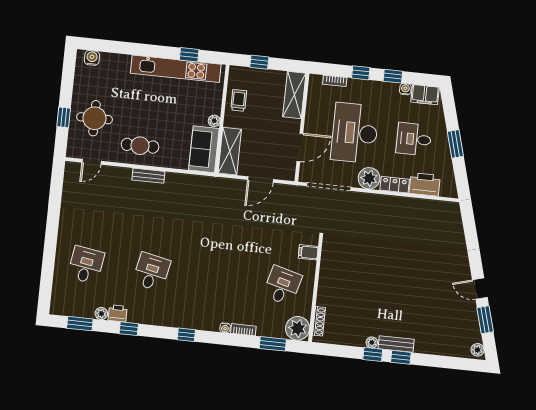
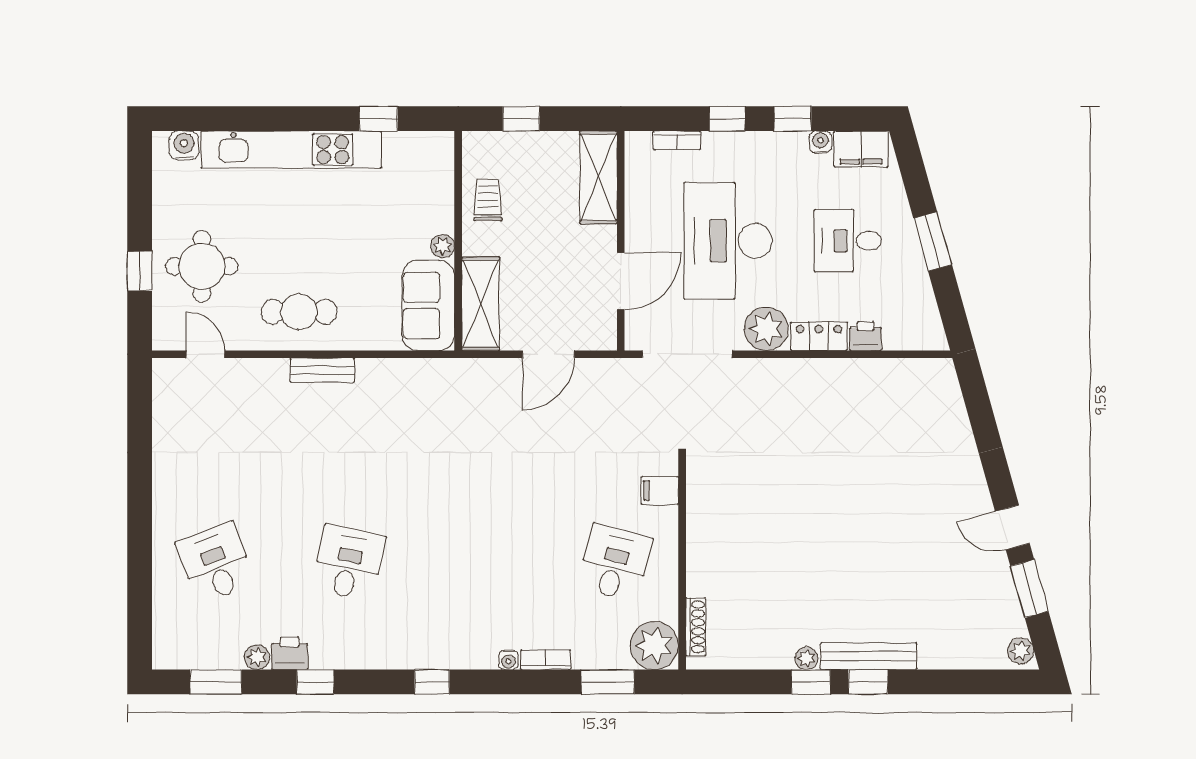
kitchen unit: (176, 69) -> (291, 150), moved
door: (92, 162) -> (205, 354), swing flipped
printer: (425, 184) -> (866, 336), width x0.53, depth x0.68
desk: (86, 265) -> (216, 563), turned -30
bench: (396, 344) -> (869, 656), width x1.36

